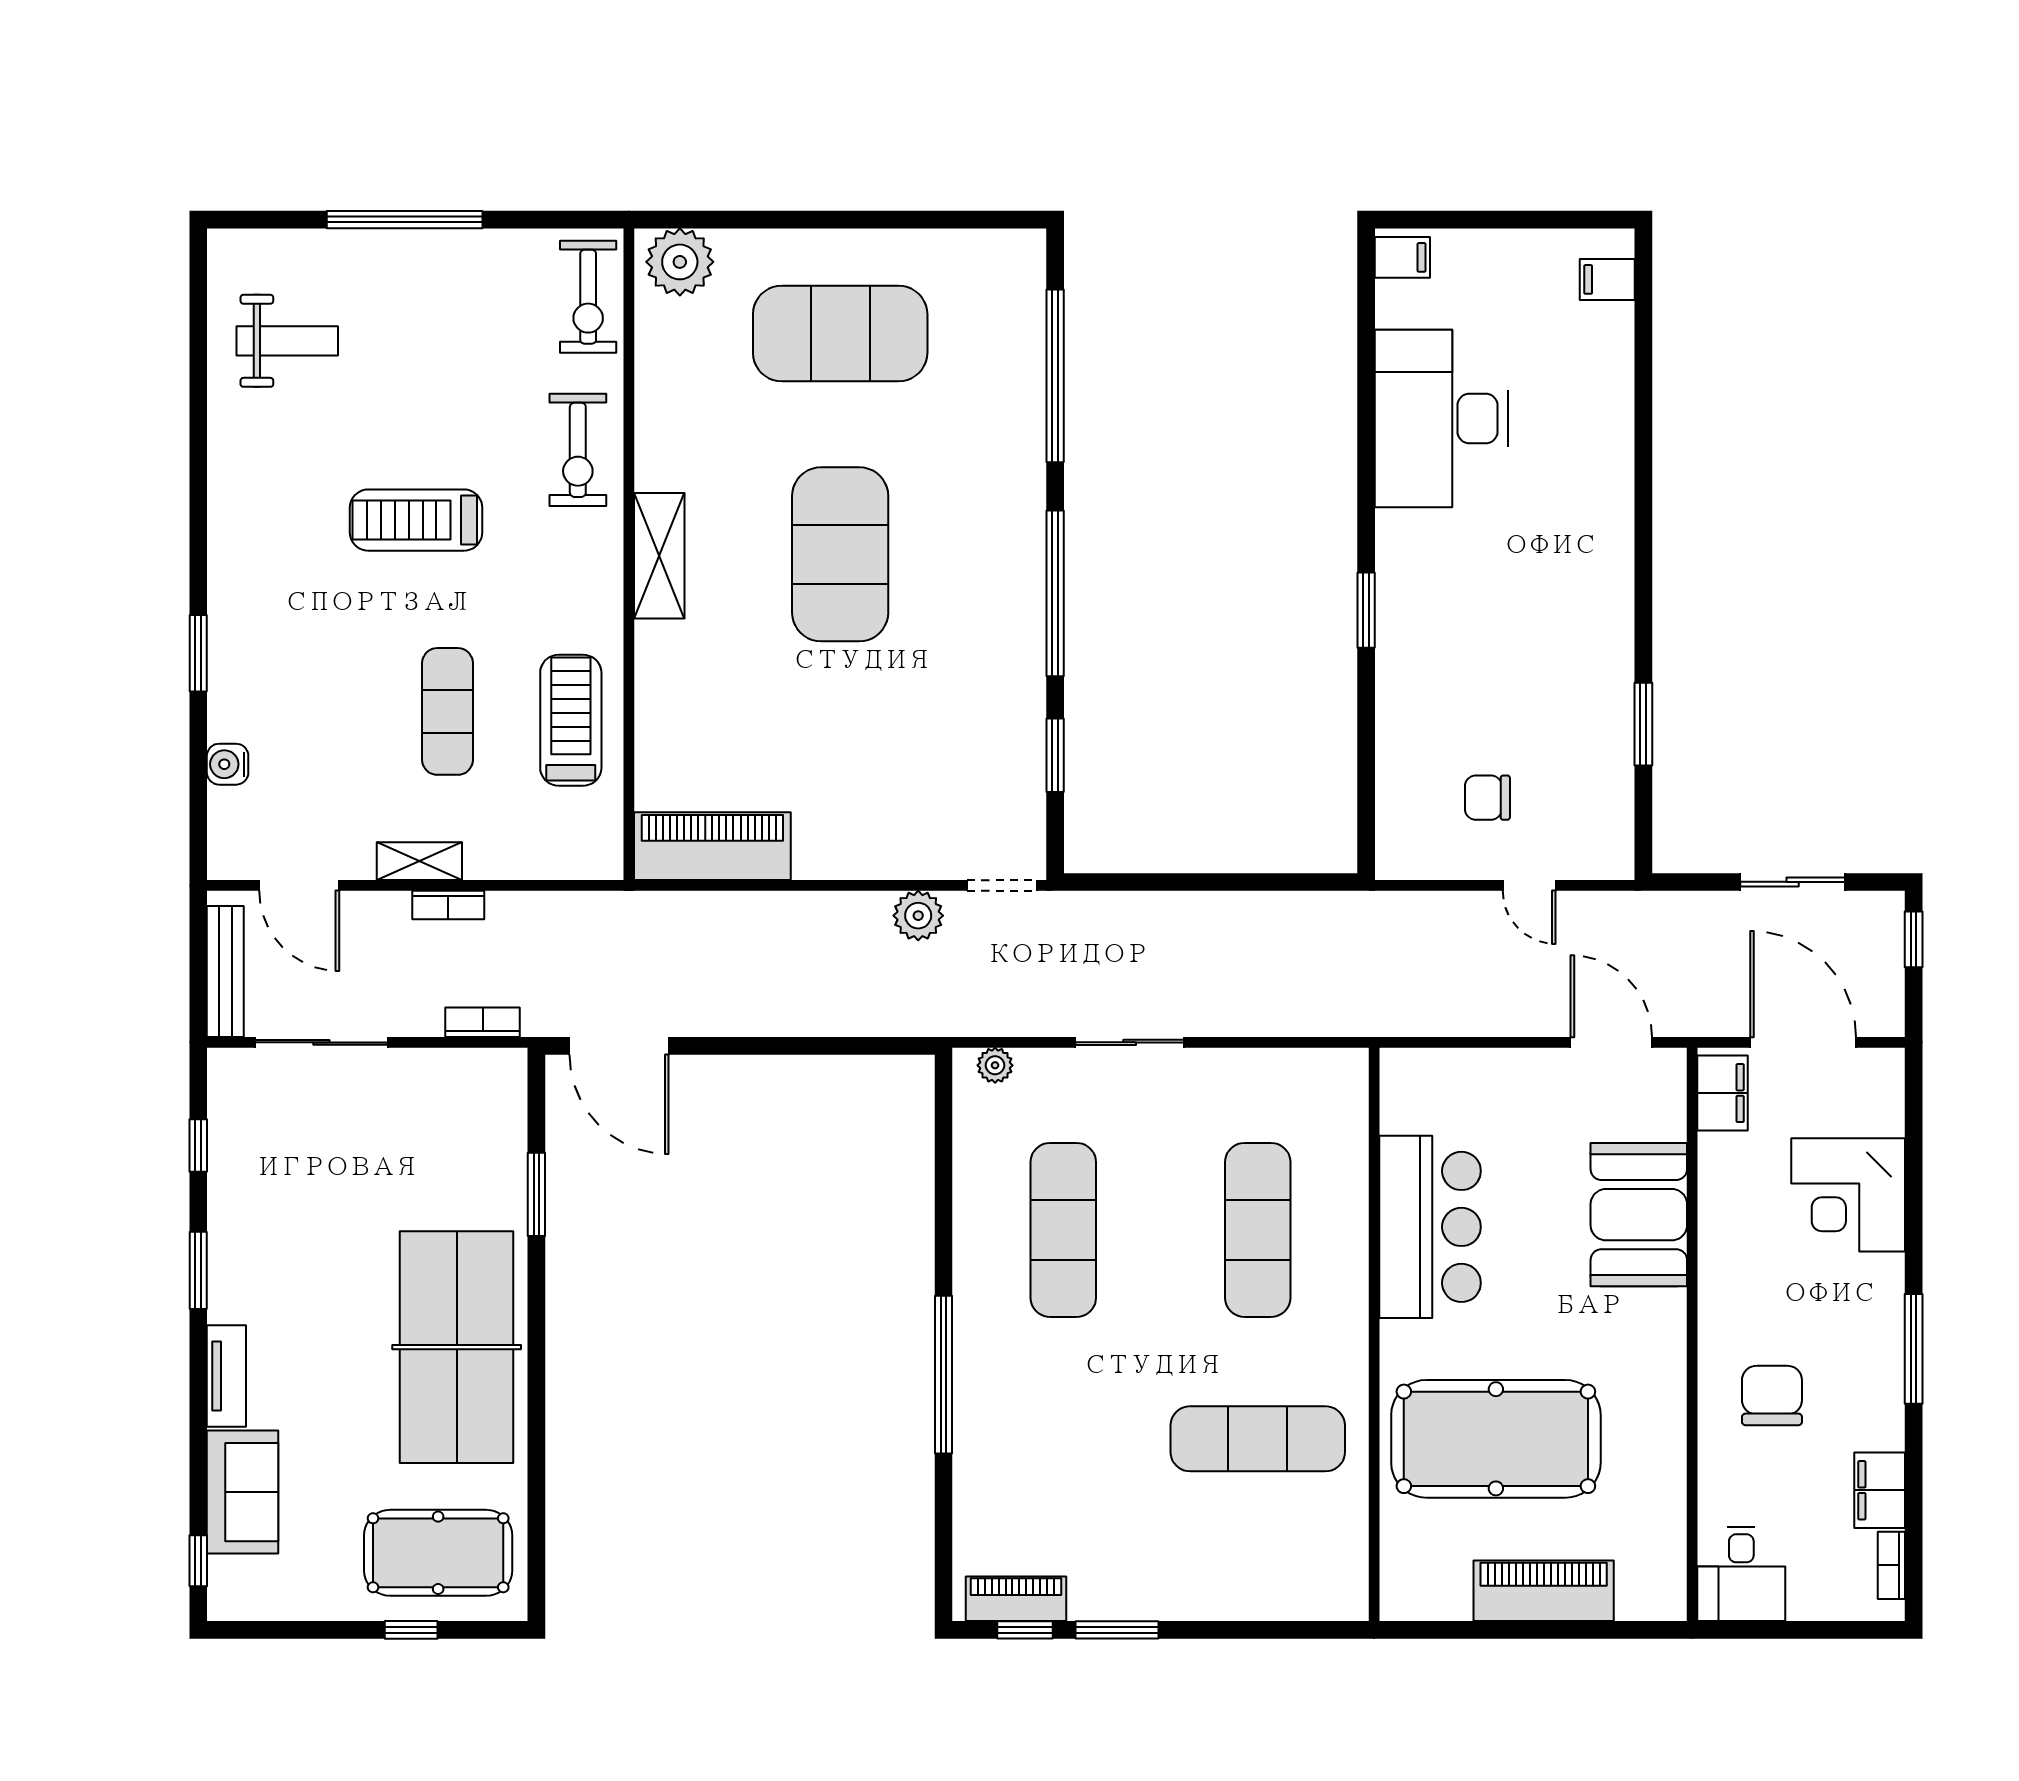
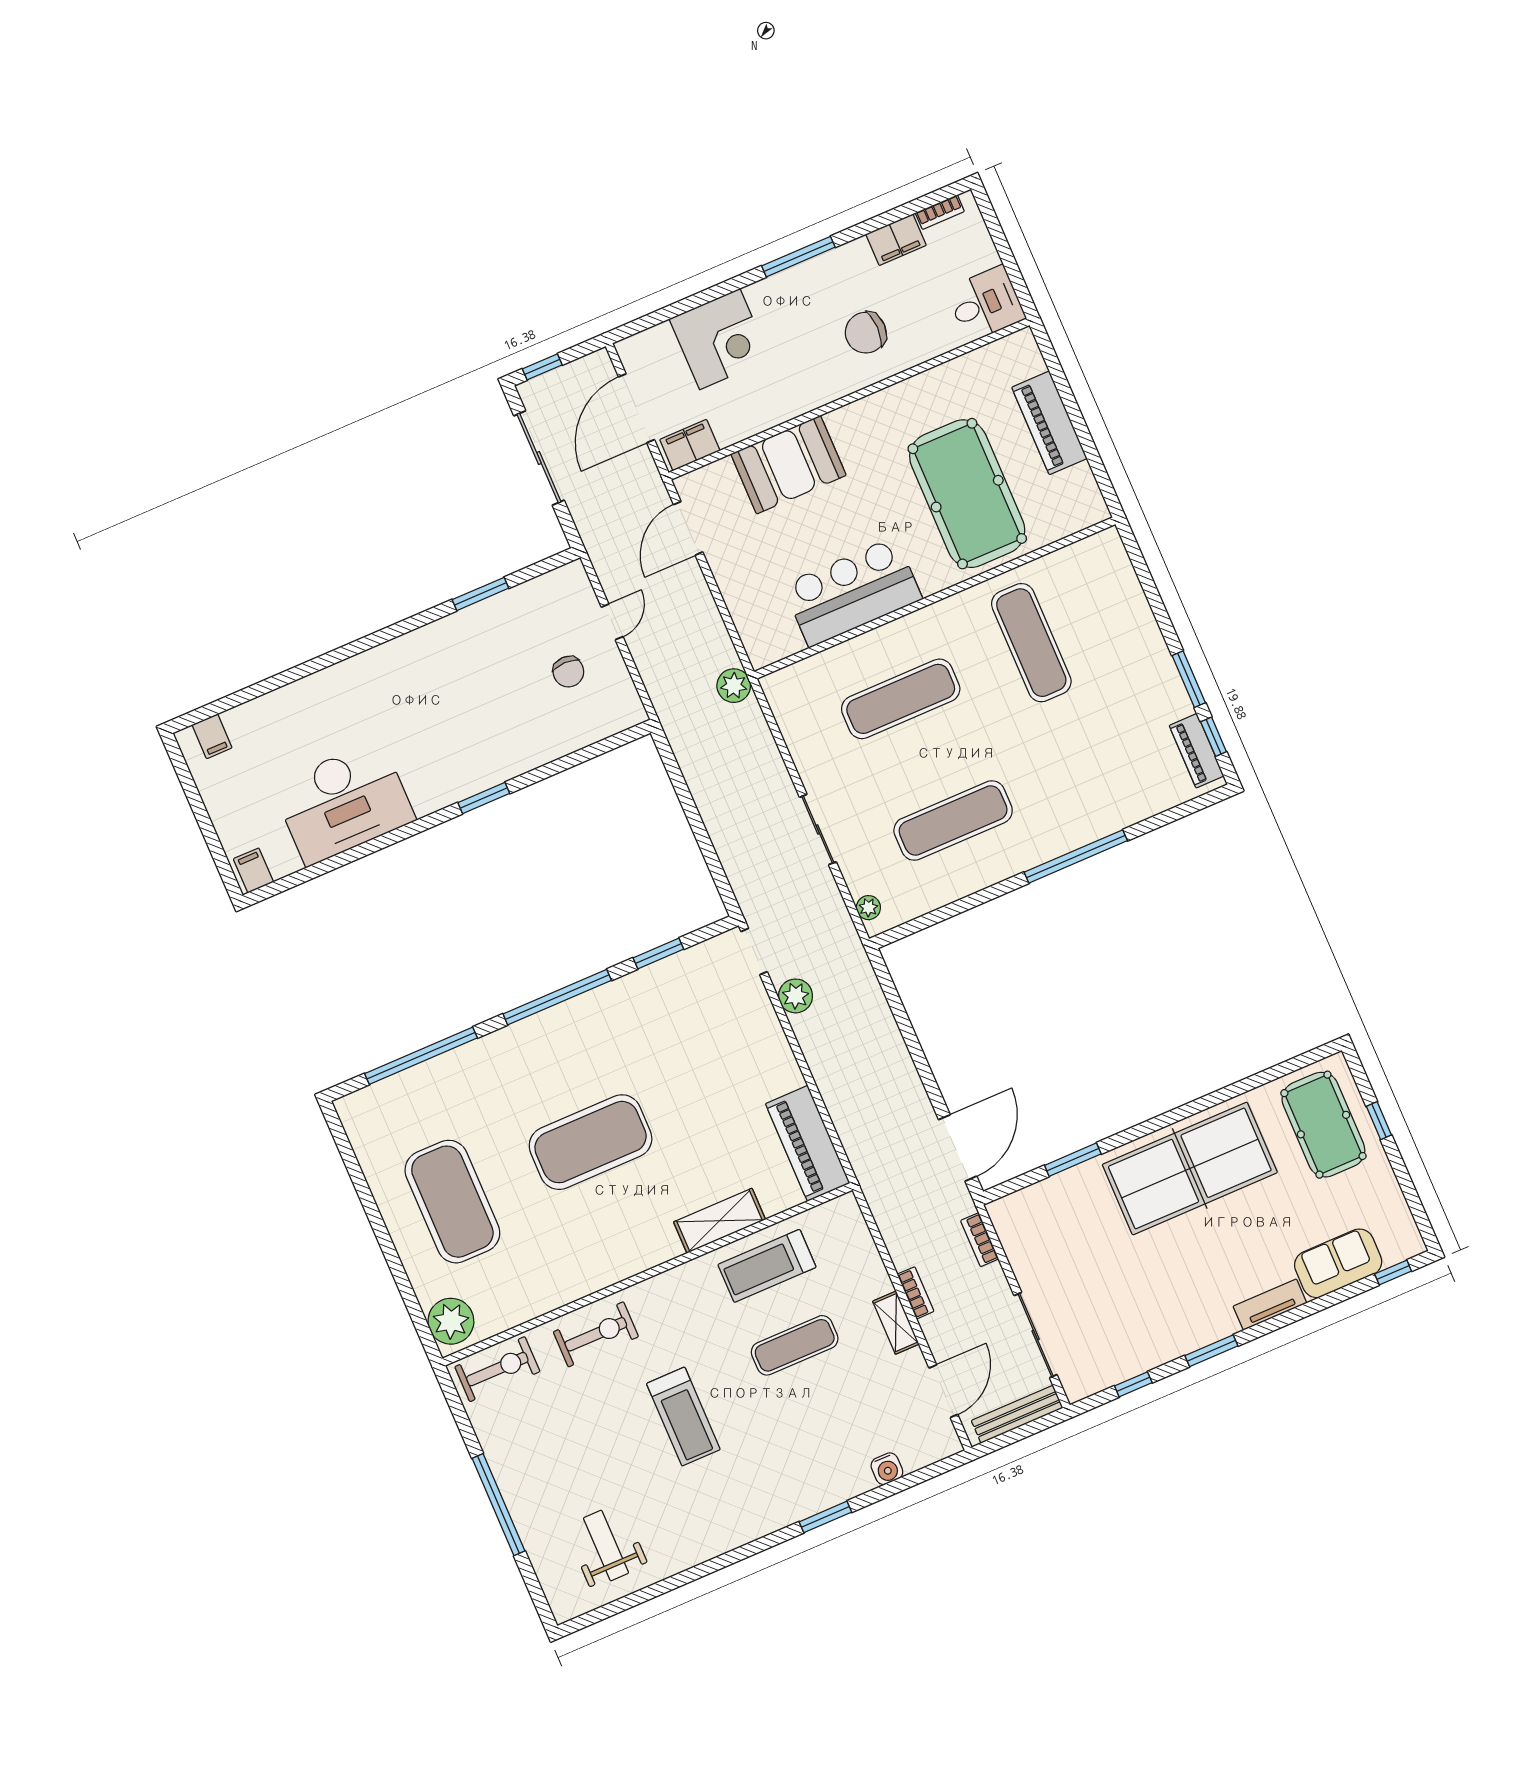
shelving: (659, 556) -> (719, 1221), moved
sliding door: (1793, 882) -> (539, 458), width x1.37
plant: (1373, 1012) -> (734, 686), added

